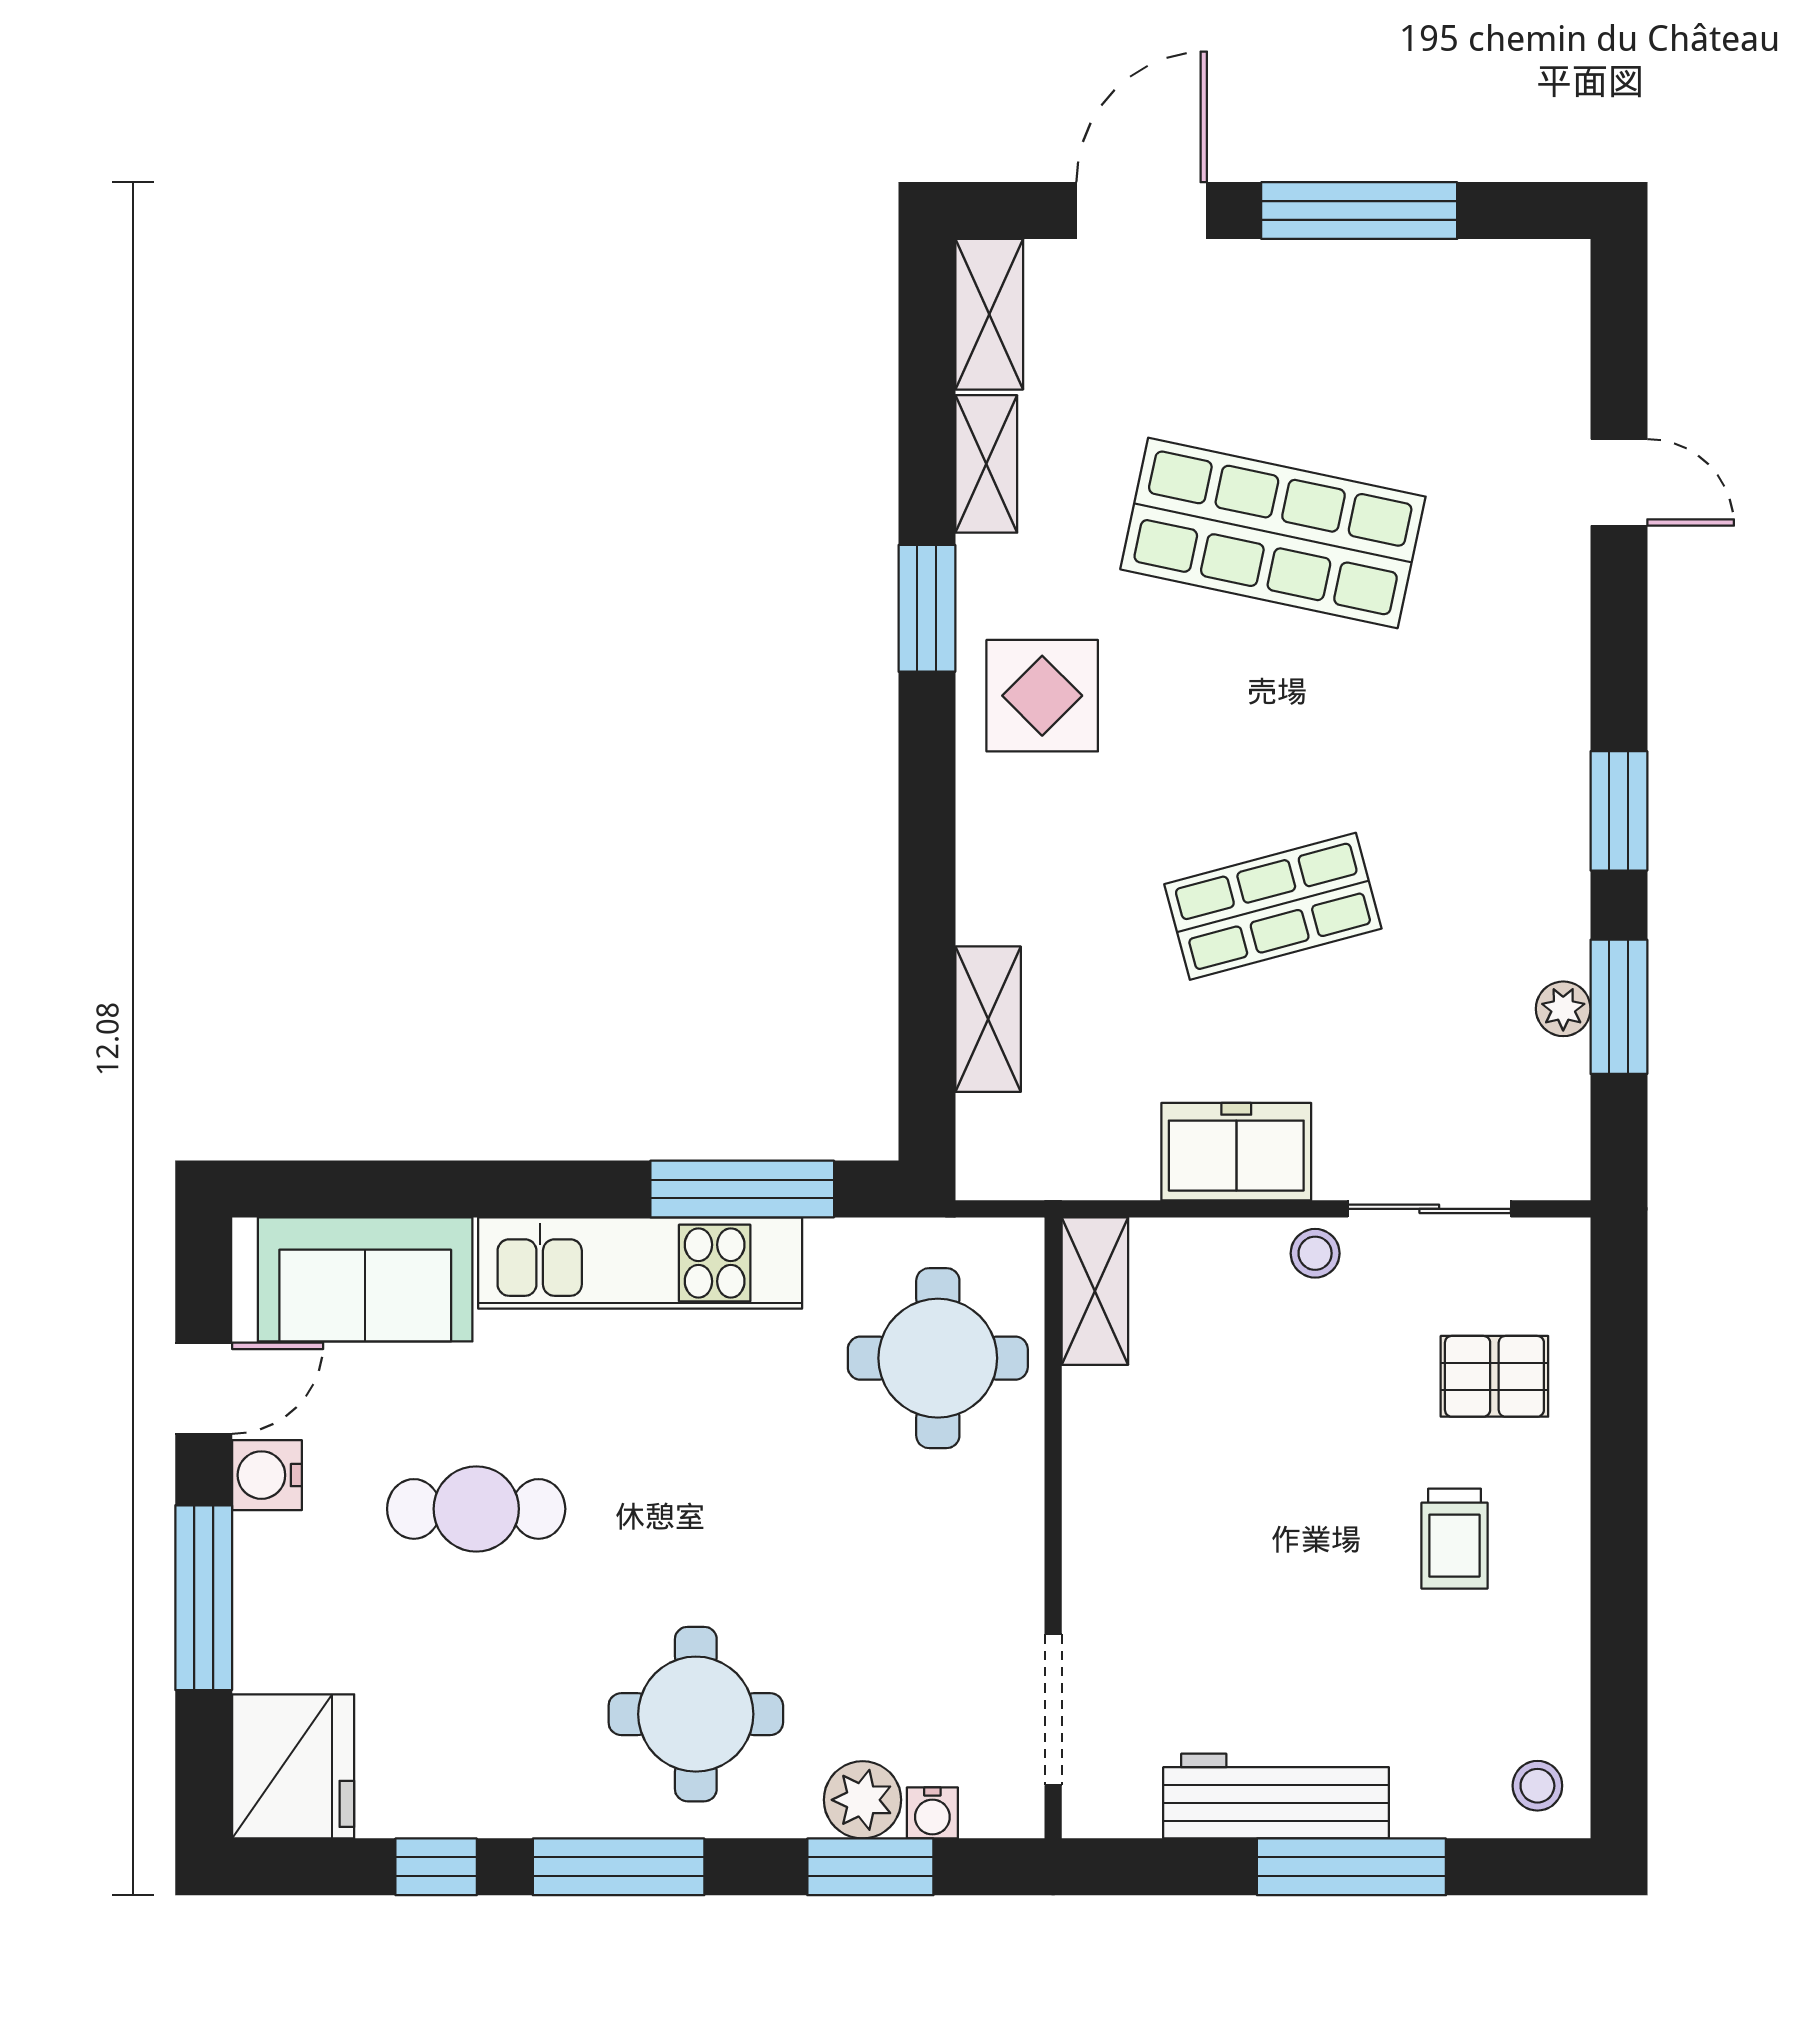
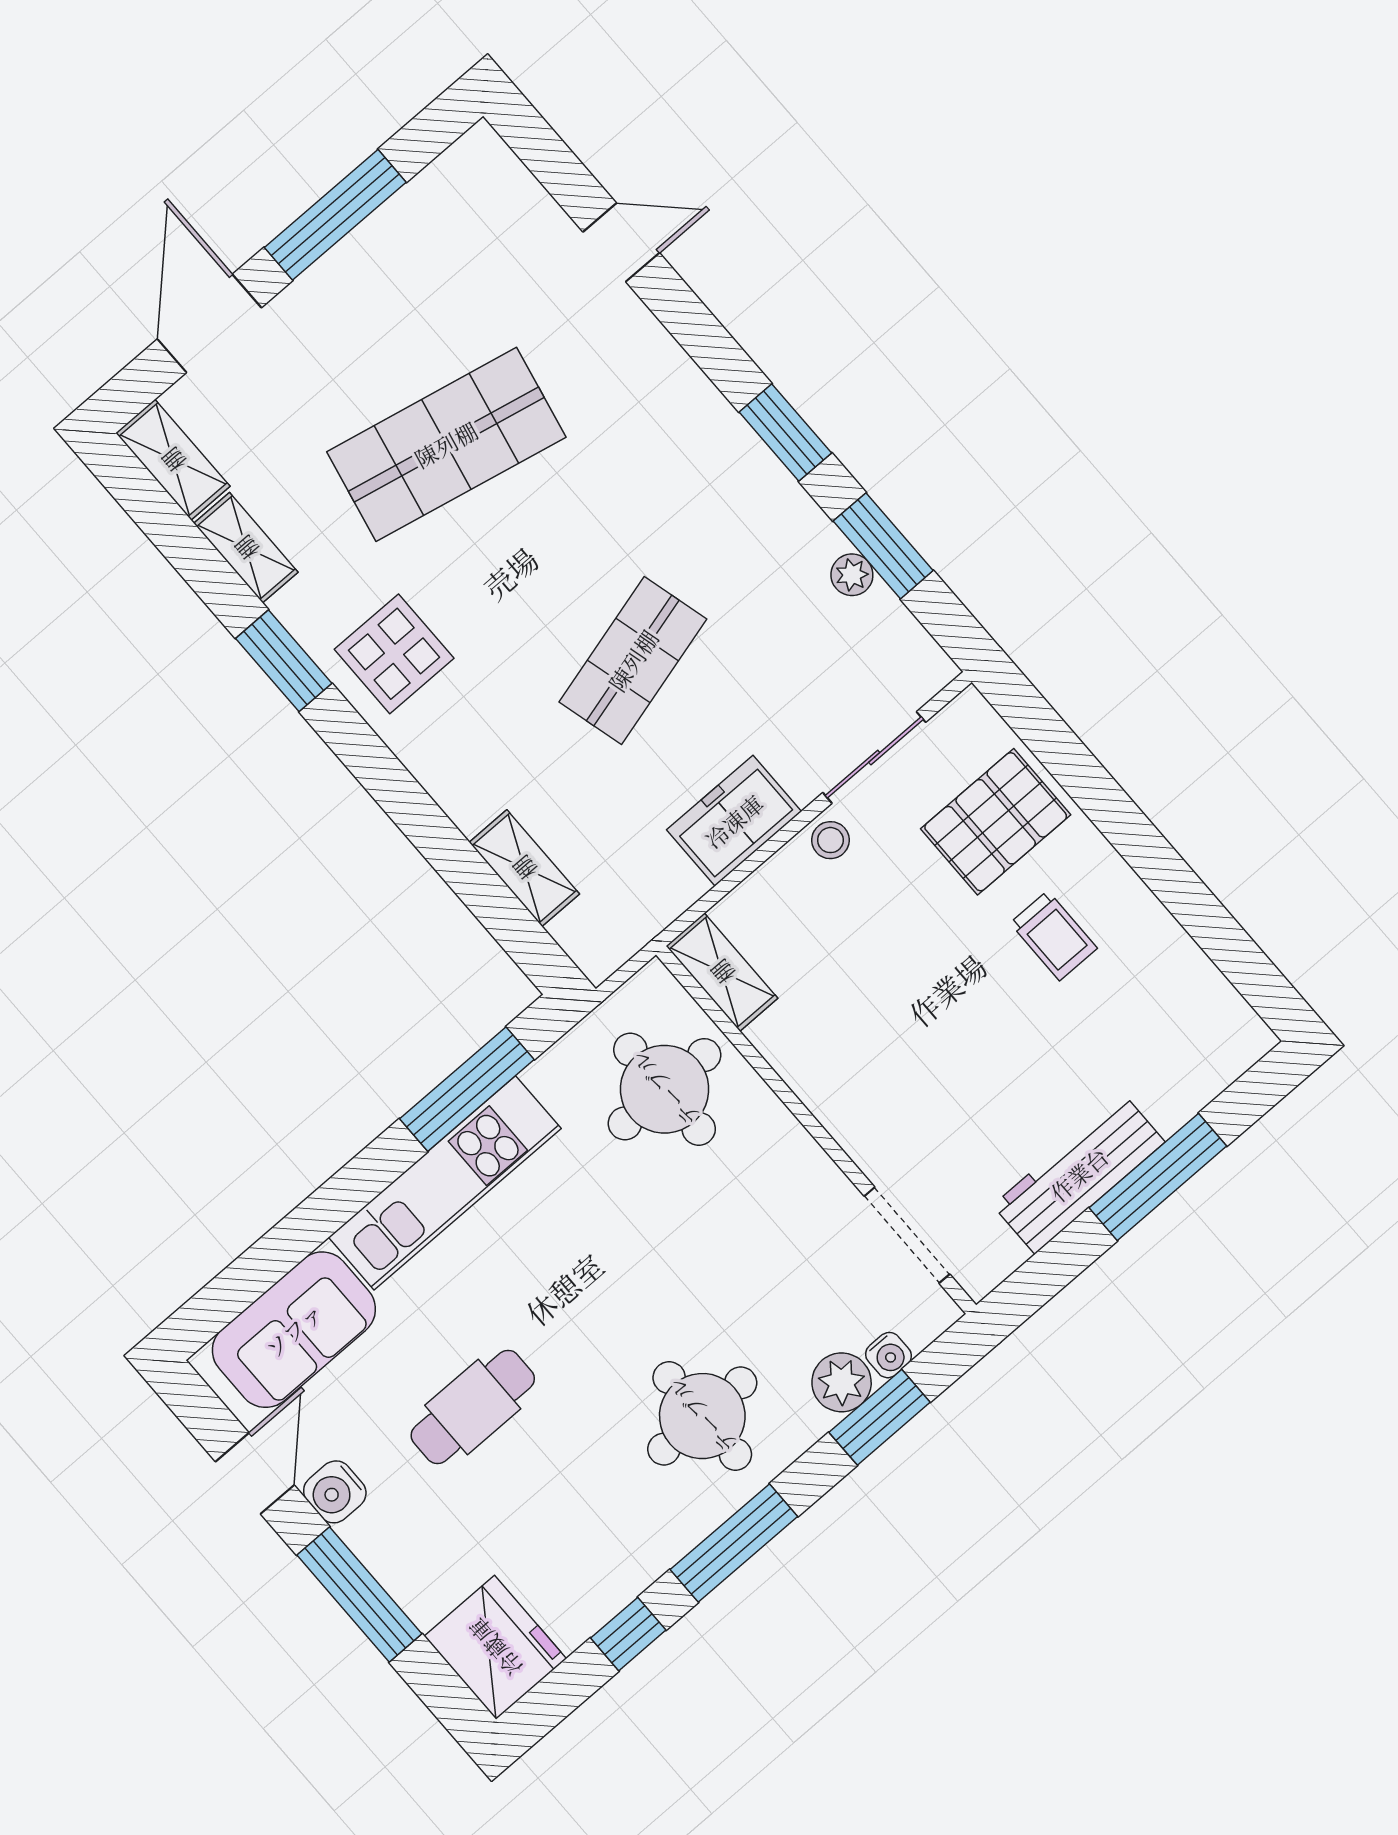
pallet: (1494, 1376) -> (996, 822), width x1.50, depth x1.42
stool: (1537, 1786) -> (1225, 1037), removed

